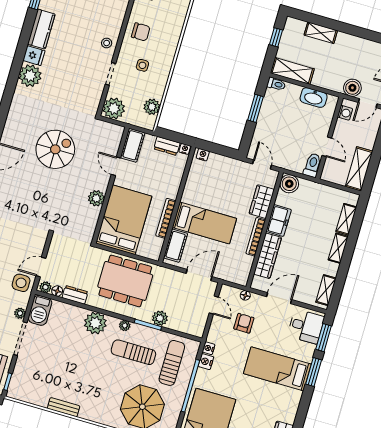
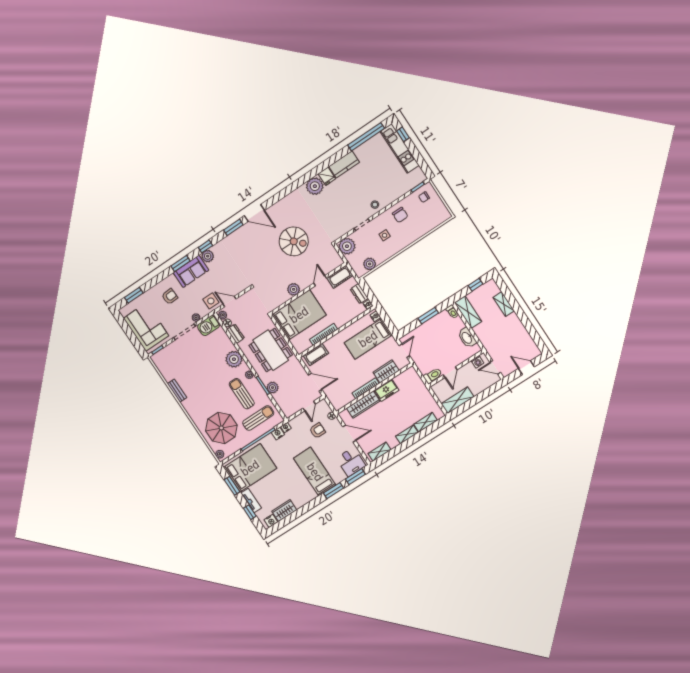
boiler: (352, 88) -> (494, 351), removed
boiler: (289, 184) -> (410, 375), removed
bed: (204, 223) -> (368, 339), moved, turned 90

